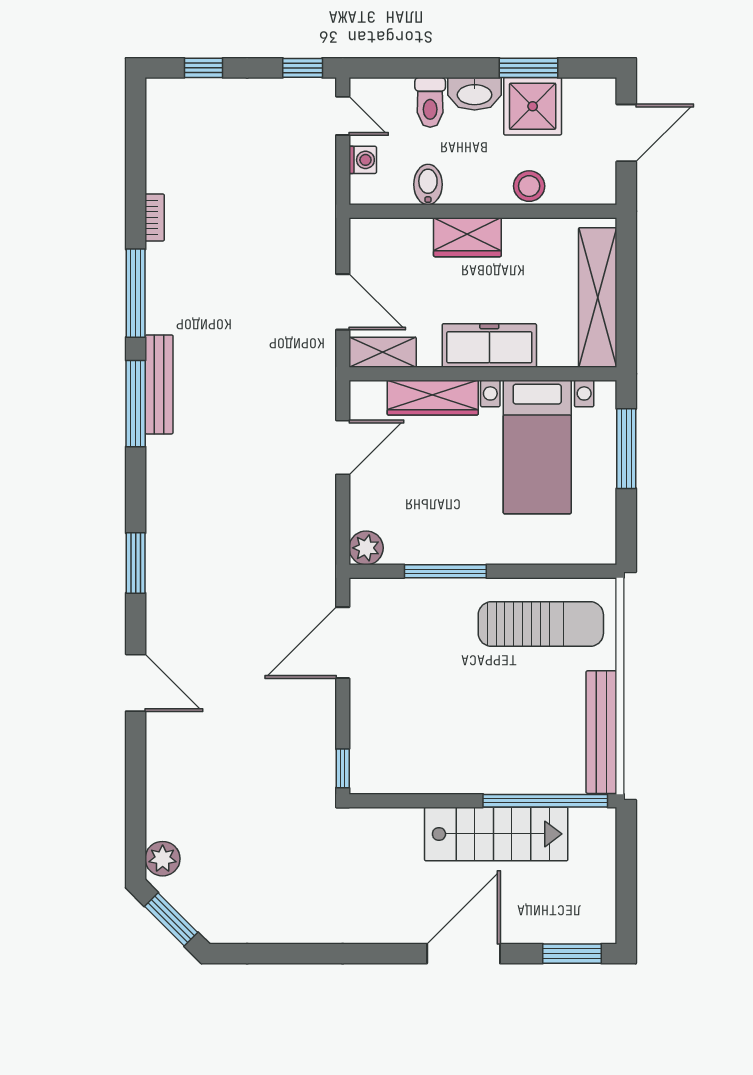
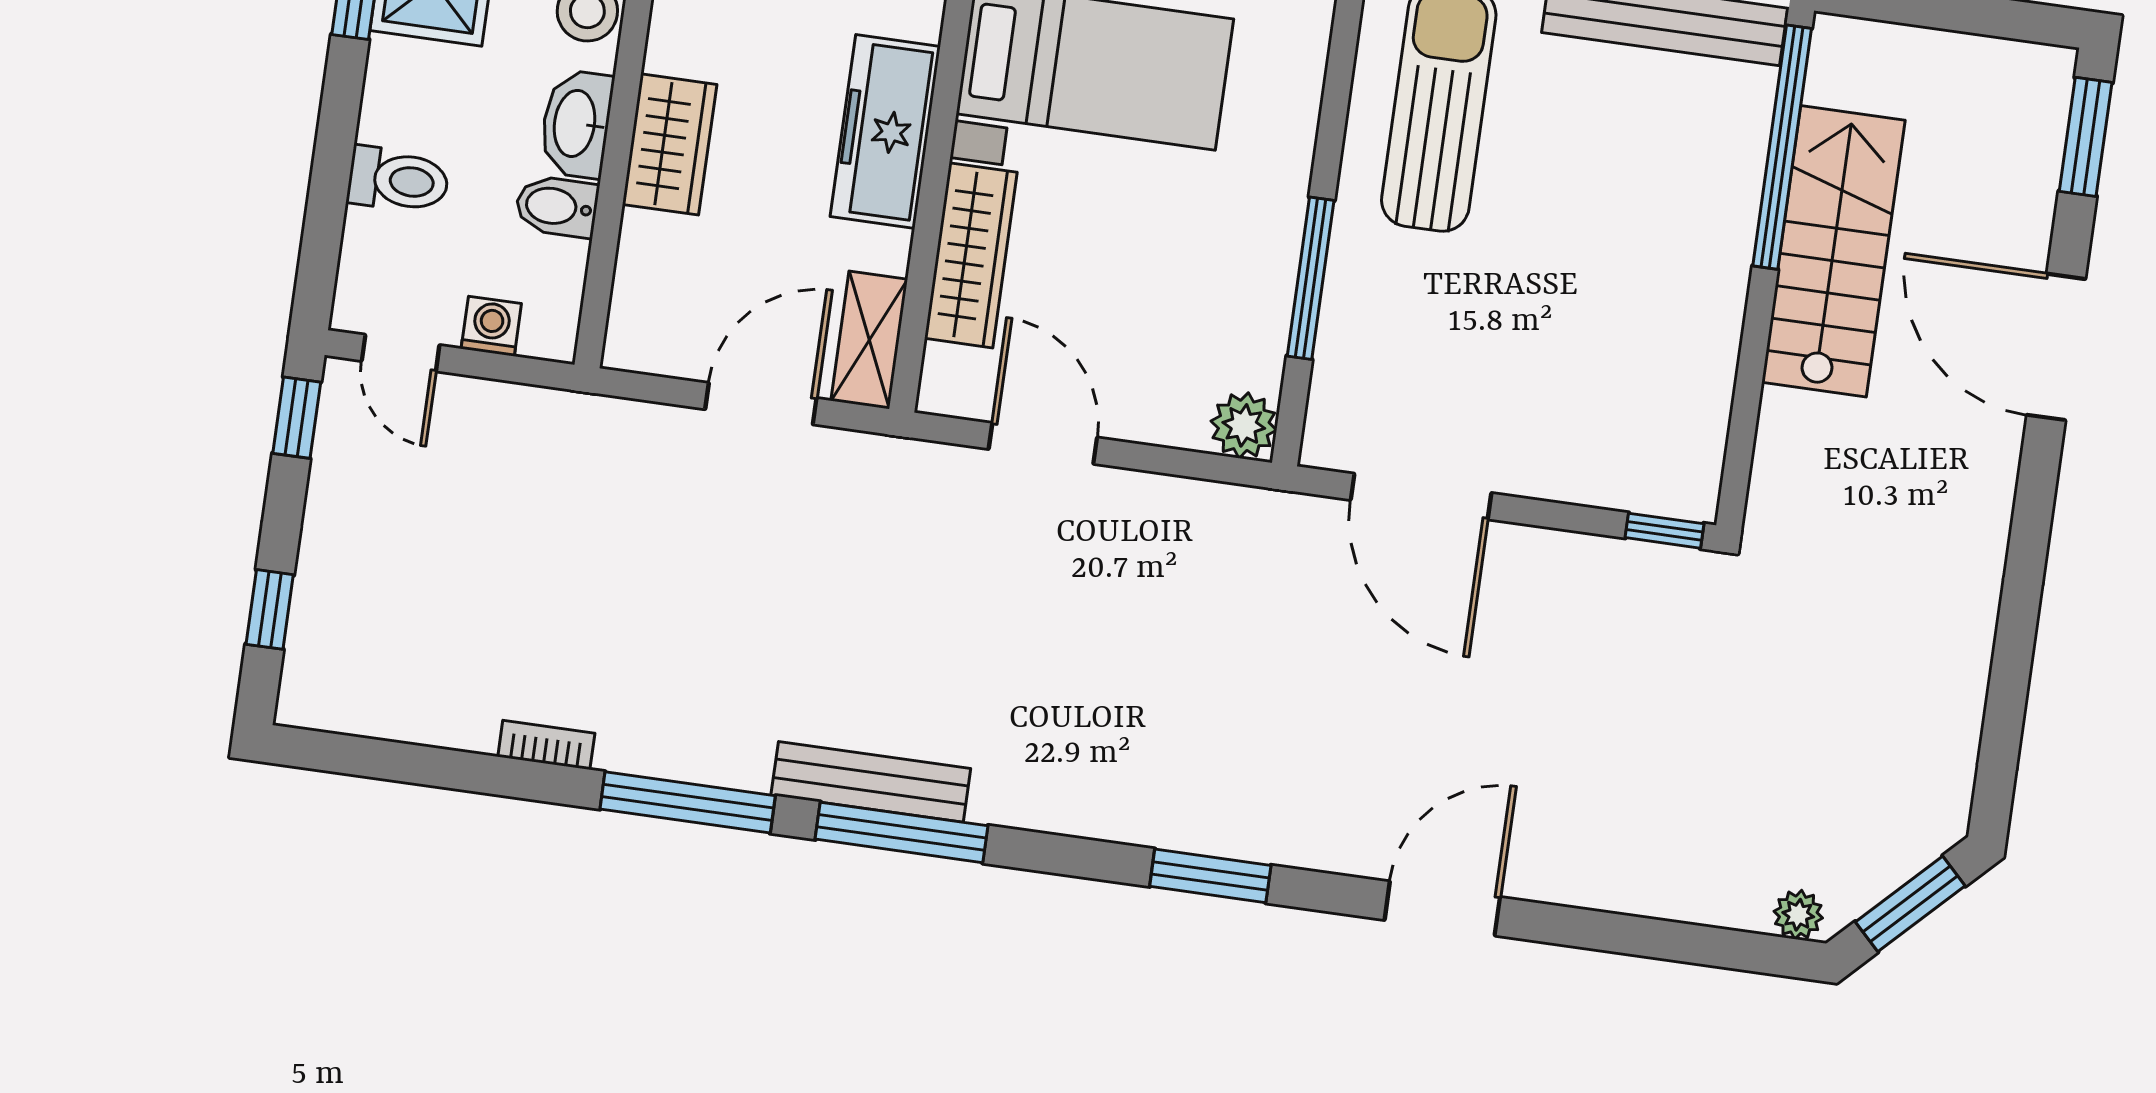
washbasin: (475, 94) -> (576, 124), moved, turned 180
door: (343, 116) -> (401, 353), swing flipped
plant: (163, 859) -> (1798, 915), width x0.73, depth x0.73

